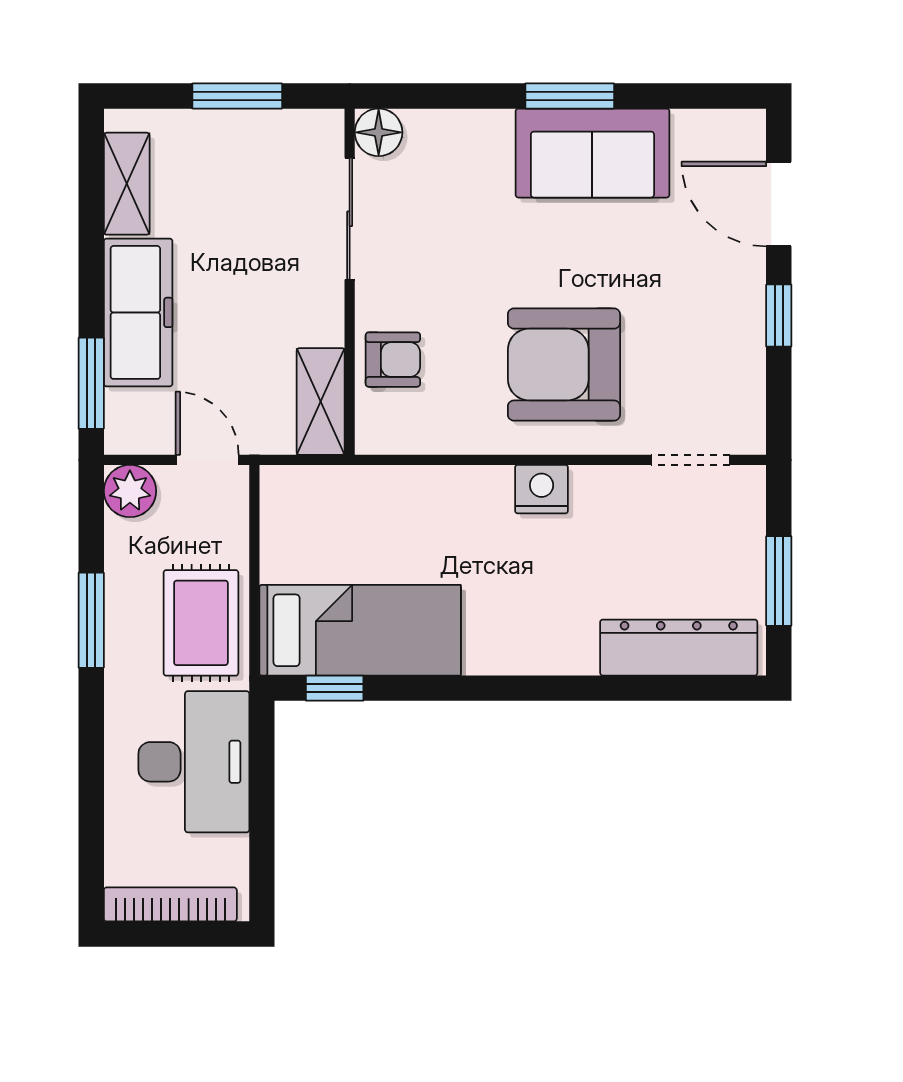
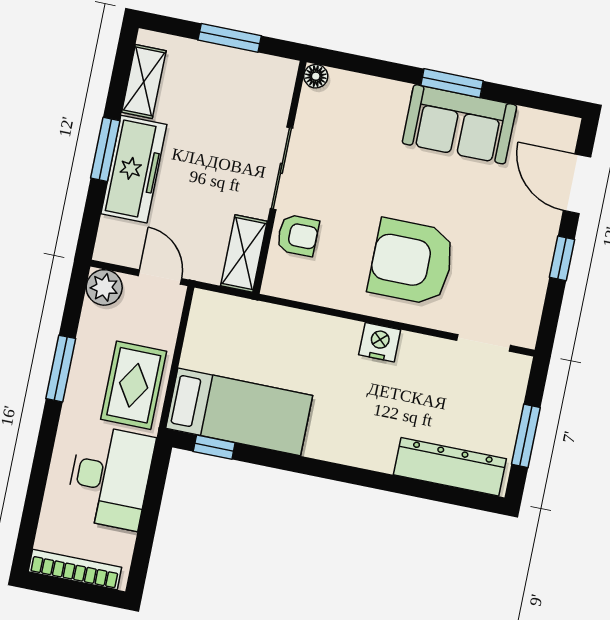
floor lamp: (379, 132) -> (316, 76), width x0.73, depth x0.73
sliding door: (350, 219) -> (281, 168), moved
window: (91, 383) -> (105, 149), moved

